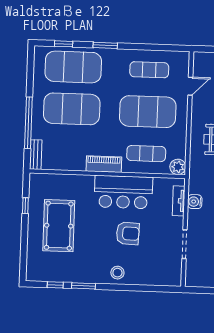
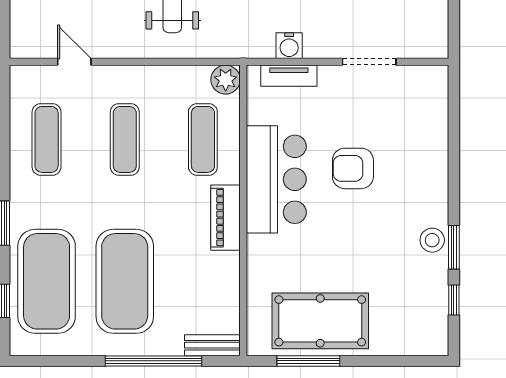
exercise mat: (148, 112) -> (125, 139), width x0.50, depth x0.69
window: (25, 206) -> (308, 361), width x2.17
pool table: (59, 226) -> (320, 321), moved
armchair: (128, 233) -> (353, 168), turned -92
stool: (117, 273) -> (432, 240), moved

